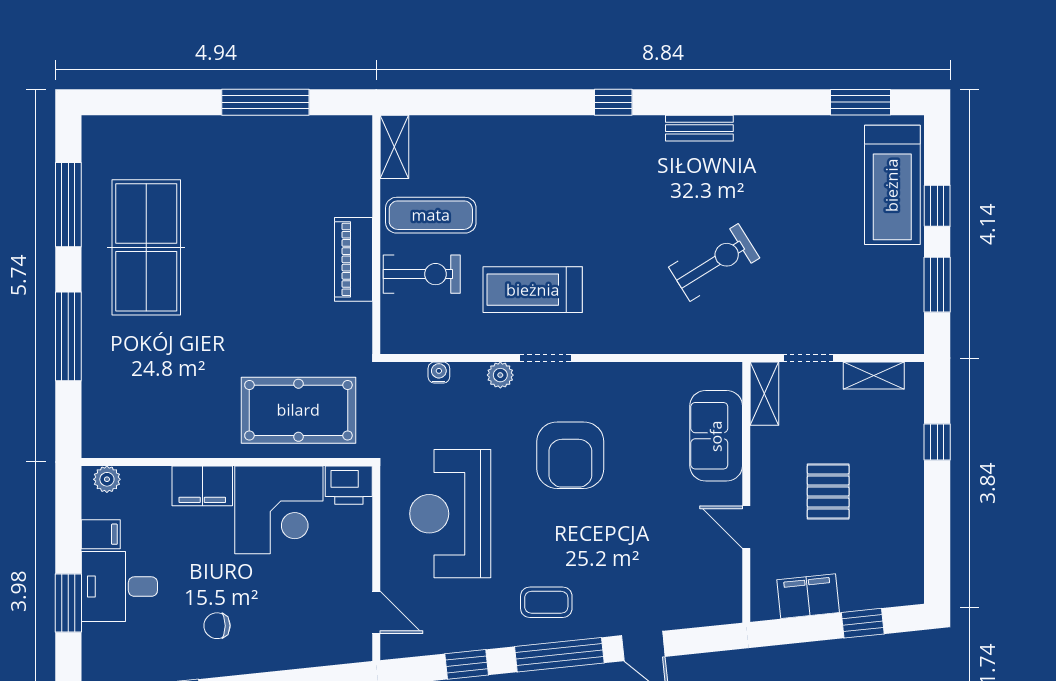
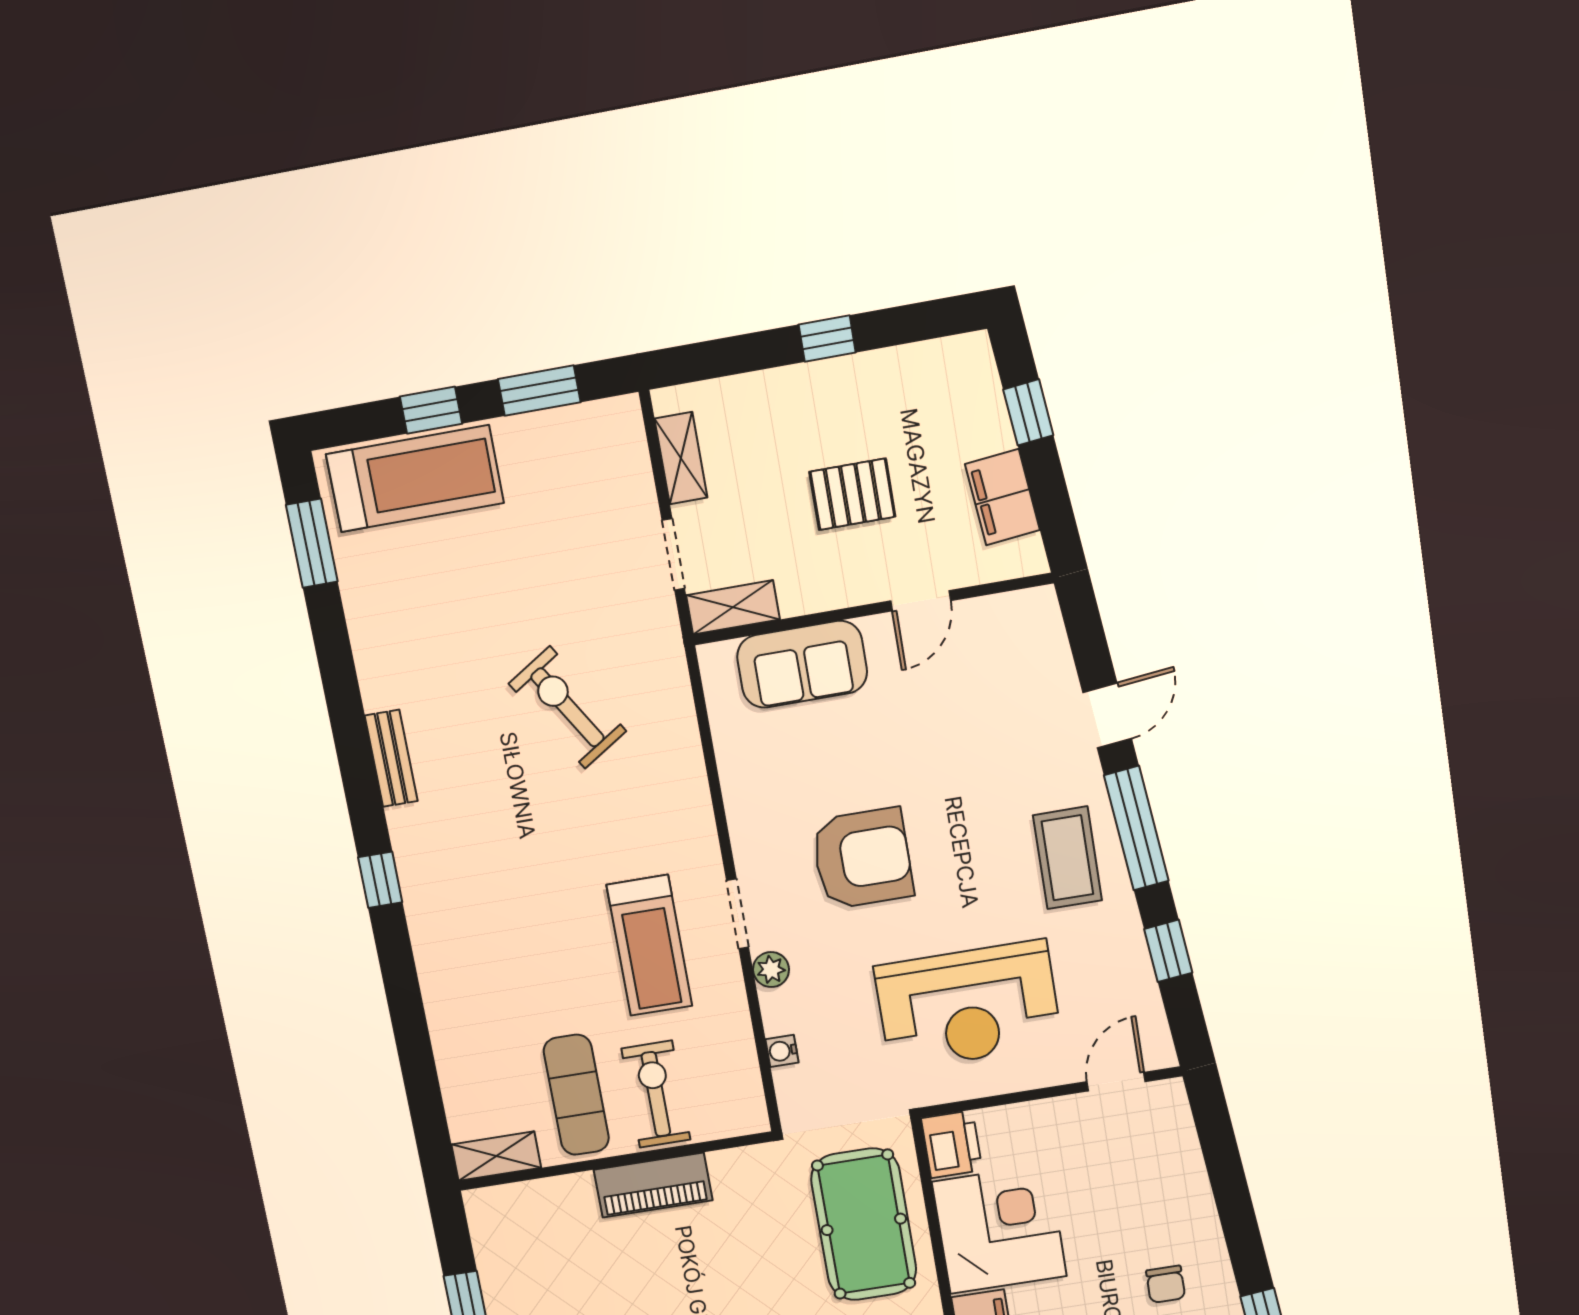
window: (937, 442) -> (827, 338), moved
coffee table: (546, 602) -> (1067, 858), width x1.36, depth x1.30

